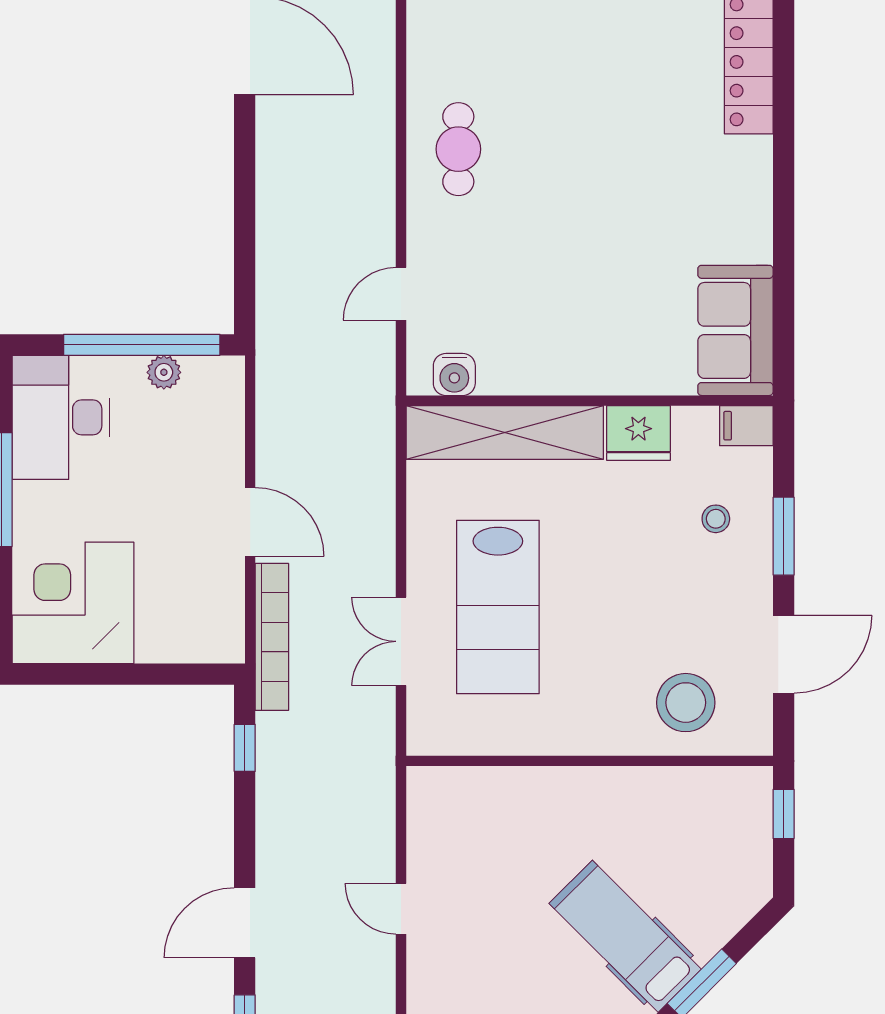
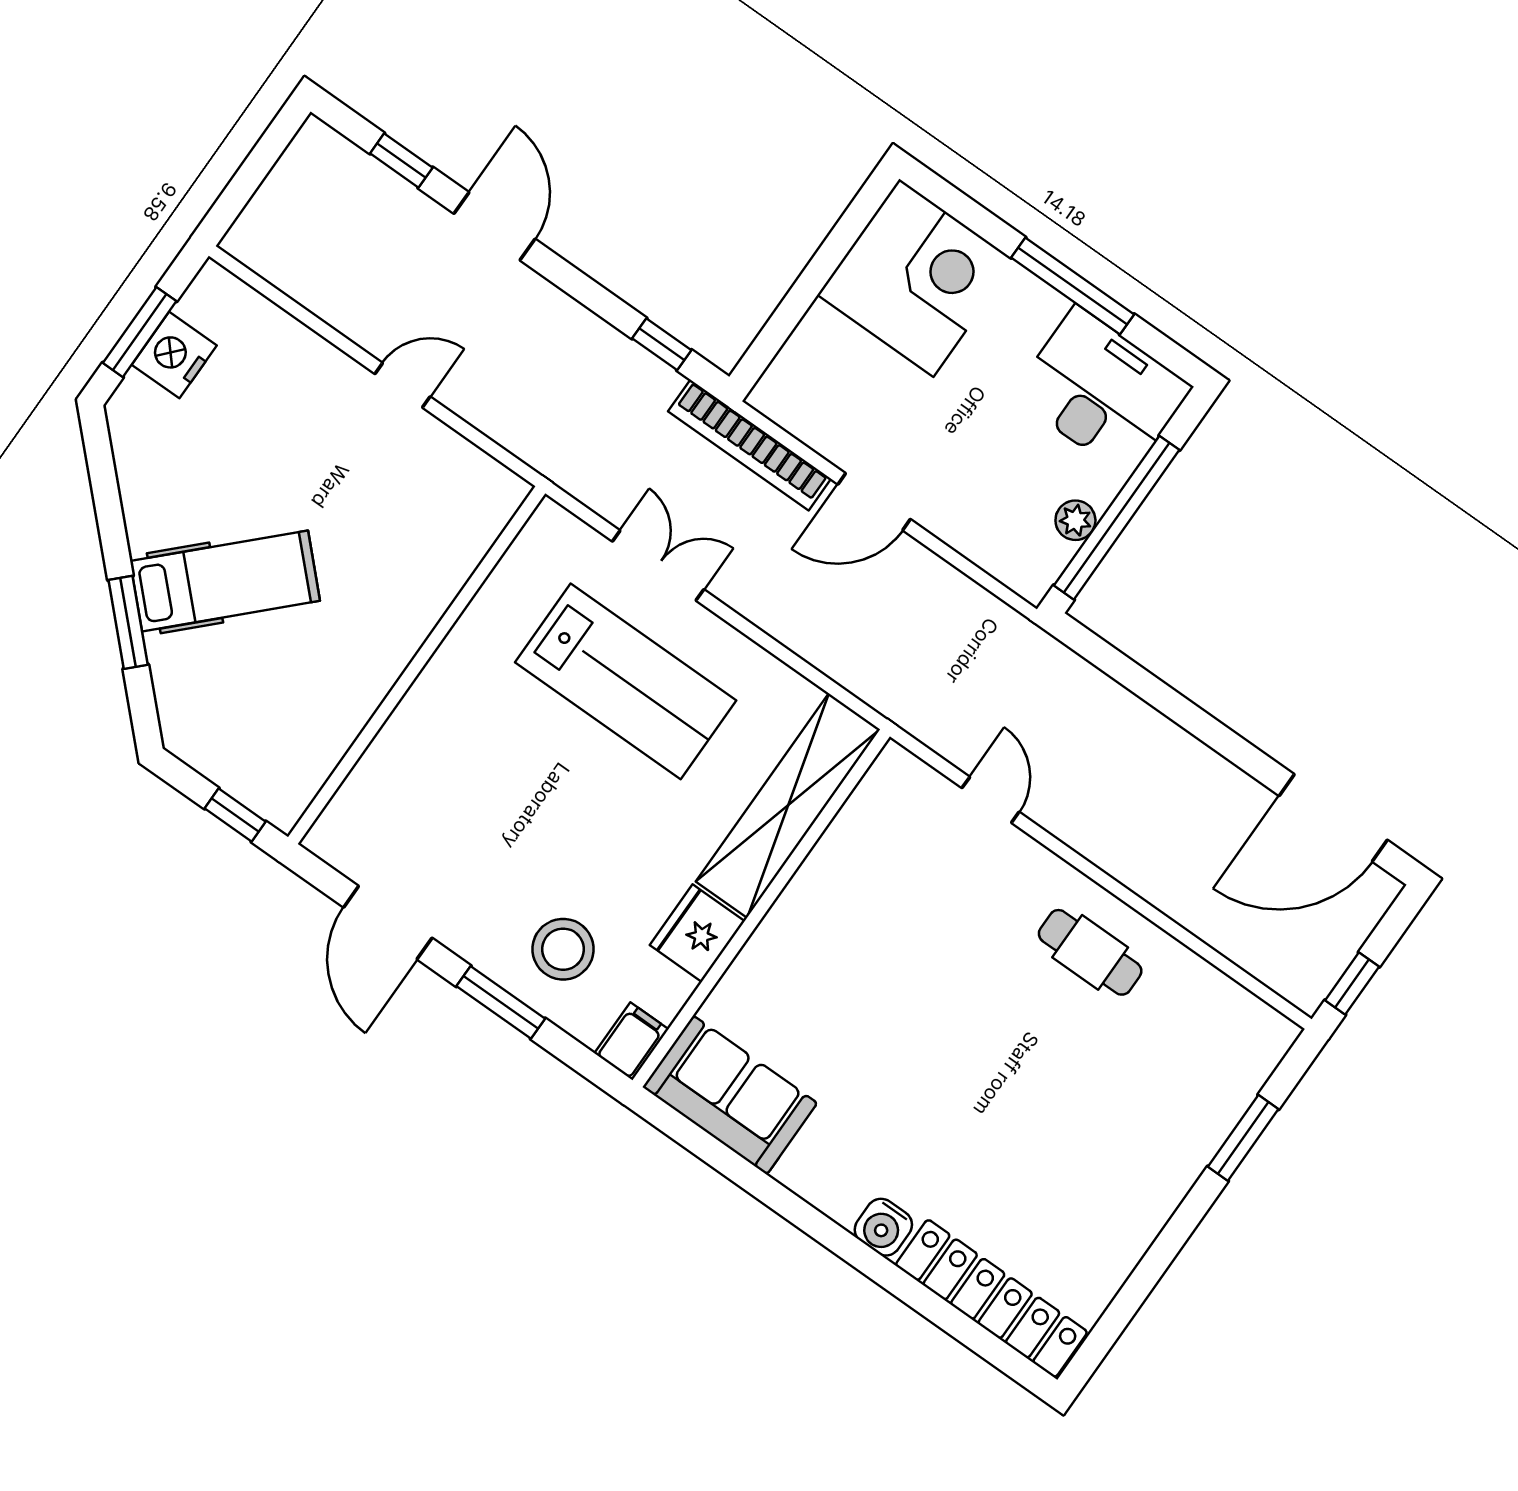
water cooler: (454, 375) -> (883, 1227), moved, turned -90
stool: (716, 519) -> (563, 949), width x1.89, depth x1.89
lab bench: (498, 607) -> (626, 681), turned 180
stool: (686, 703) -> (408, 796), removed

